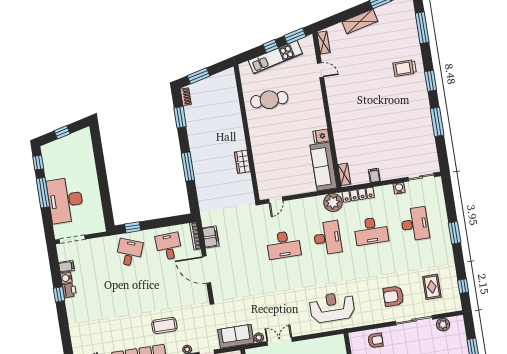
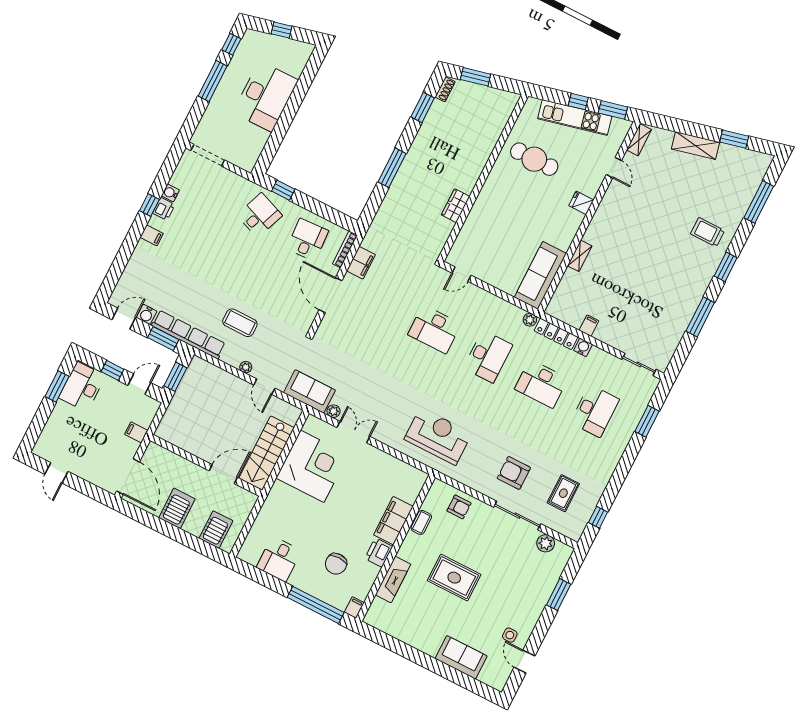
fridge: (321, 136) -> (581, 203), moved
shelving: (344, 174) -> (580, 256), moved
water cooler: (399, 188) -> (583, 347), moved
desk: (65, 200) -> (266, 96), moved, turned 180
plant: (333, 202) -> (530, 320), width x0.53, depth x0.53
window: (455, 233) -> (647, 421), moved
filing cabinet: (66, 267) -> (152, 235), moved

